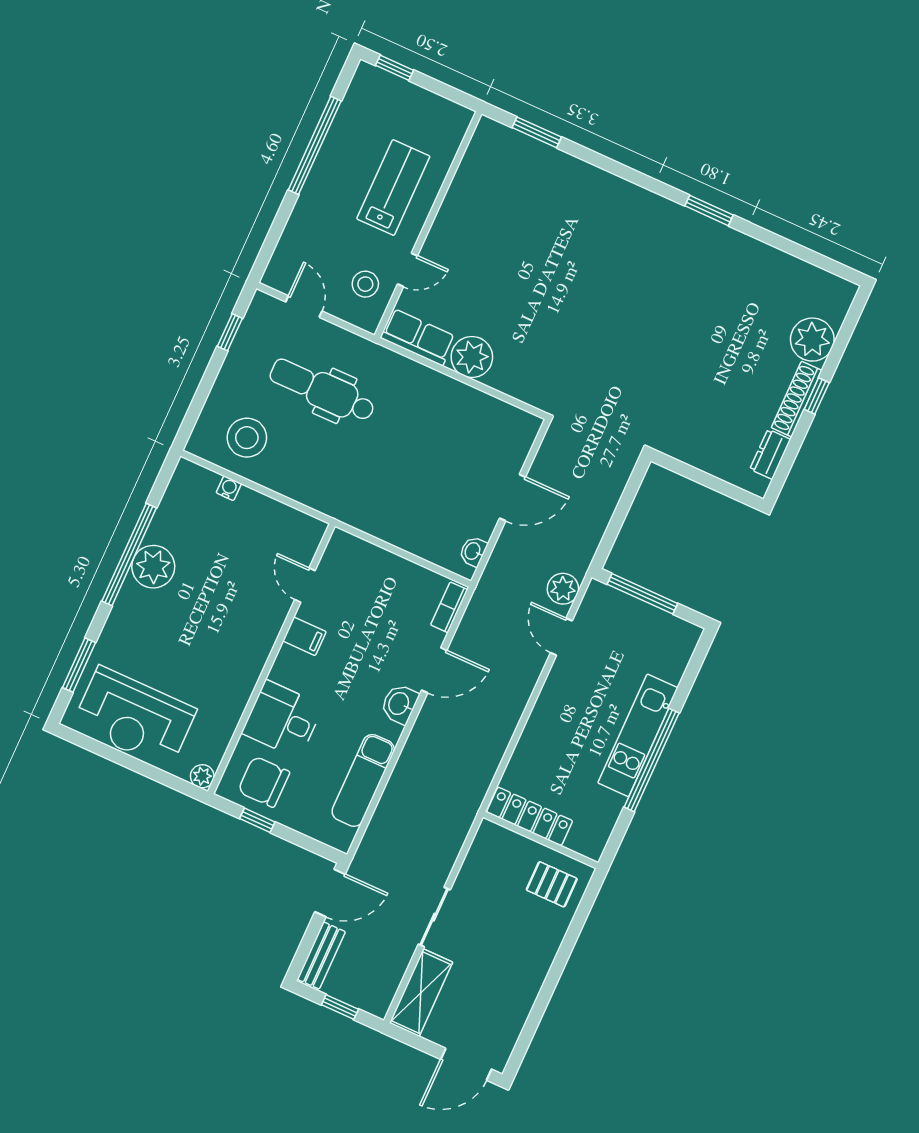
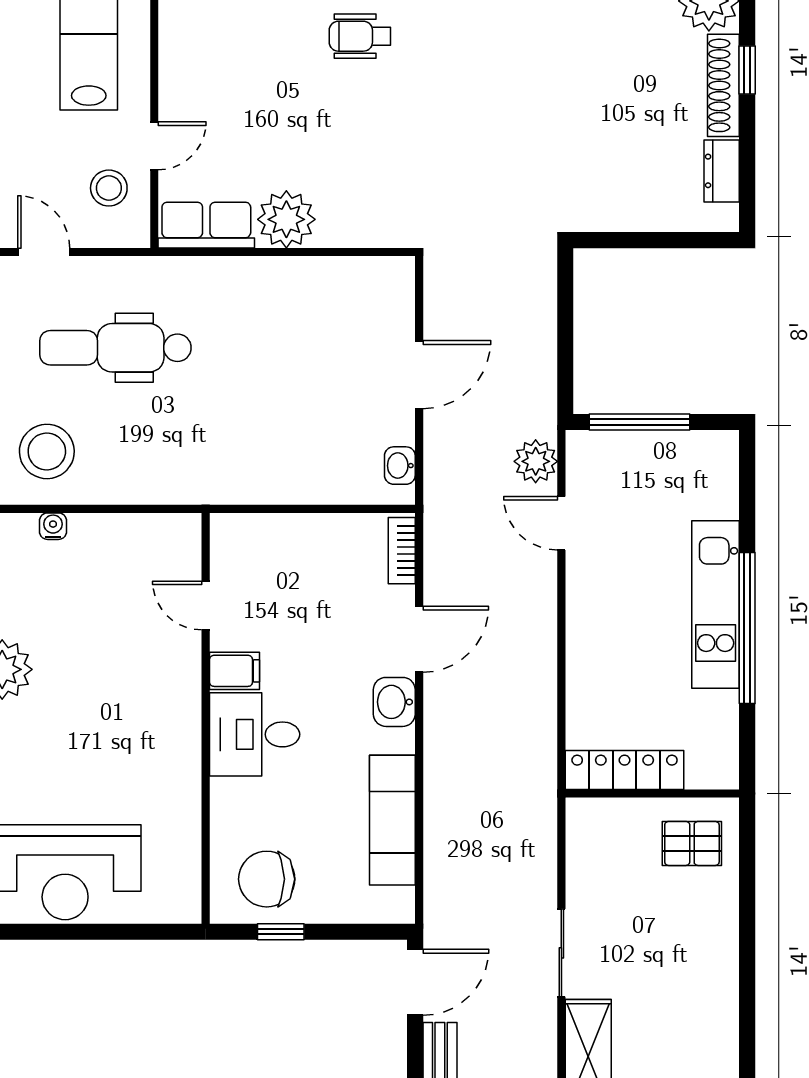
wheelchair: (574, 259) -> (360, 36), added
desk: (283, 719) -> (255, 734), moved
plant: (202, 776) -> (185, 908), removed

